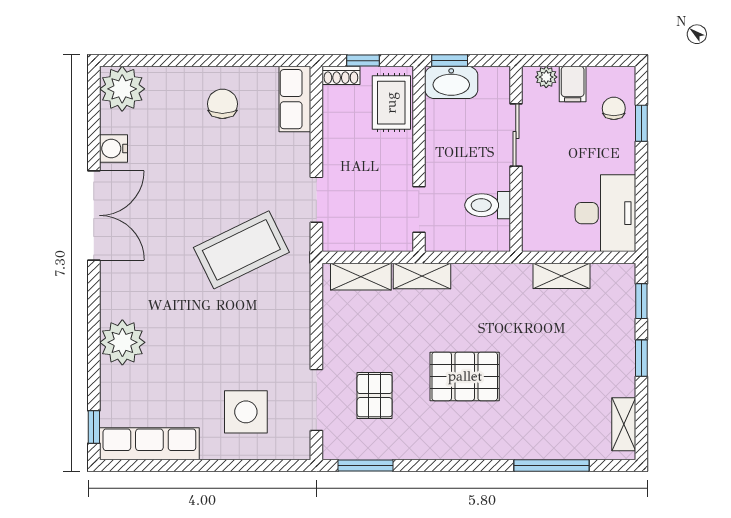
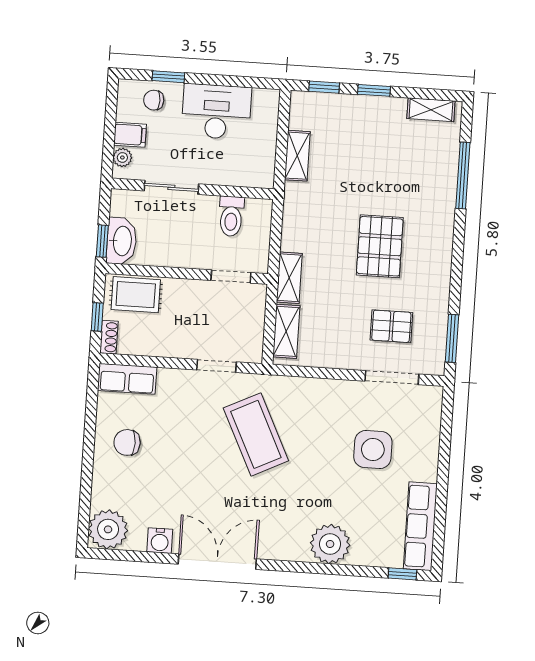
desk: (605, 213) -> (216, 112), moved
side table: (246, 412) -> (373, 450), moved

